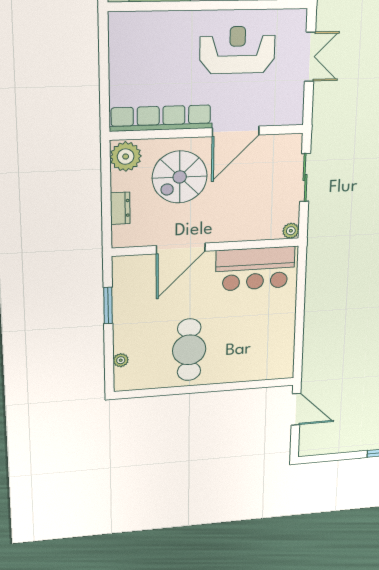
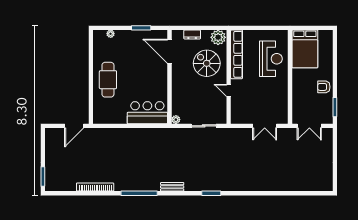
reception desk: (237, 50) -> (271, 59), moved
door: (236, 131) -> (229, 90), width x0.53
door: (181, 248) -> (169, 51), moved
bar counter: (255, 269) -> (147, 113), moved, turned 90
cafe table: (189, 350) -> (108, 80), moved, turned 90

